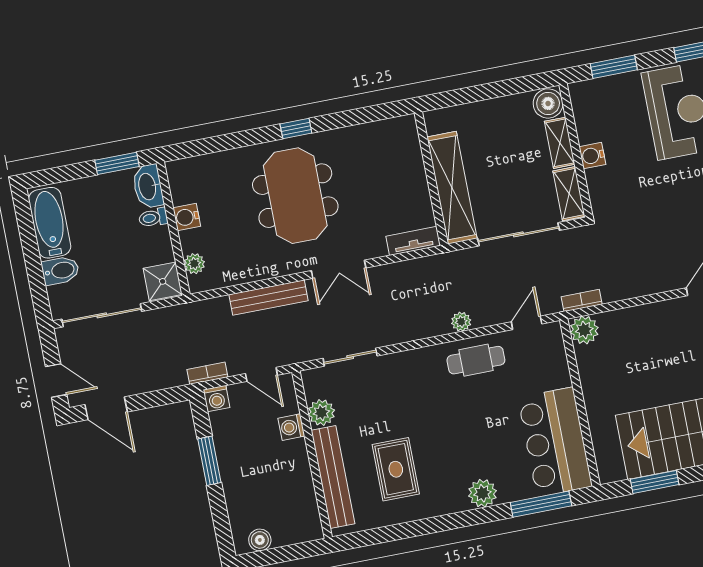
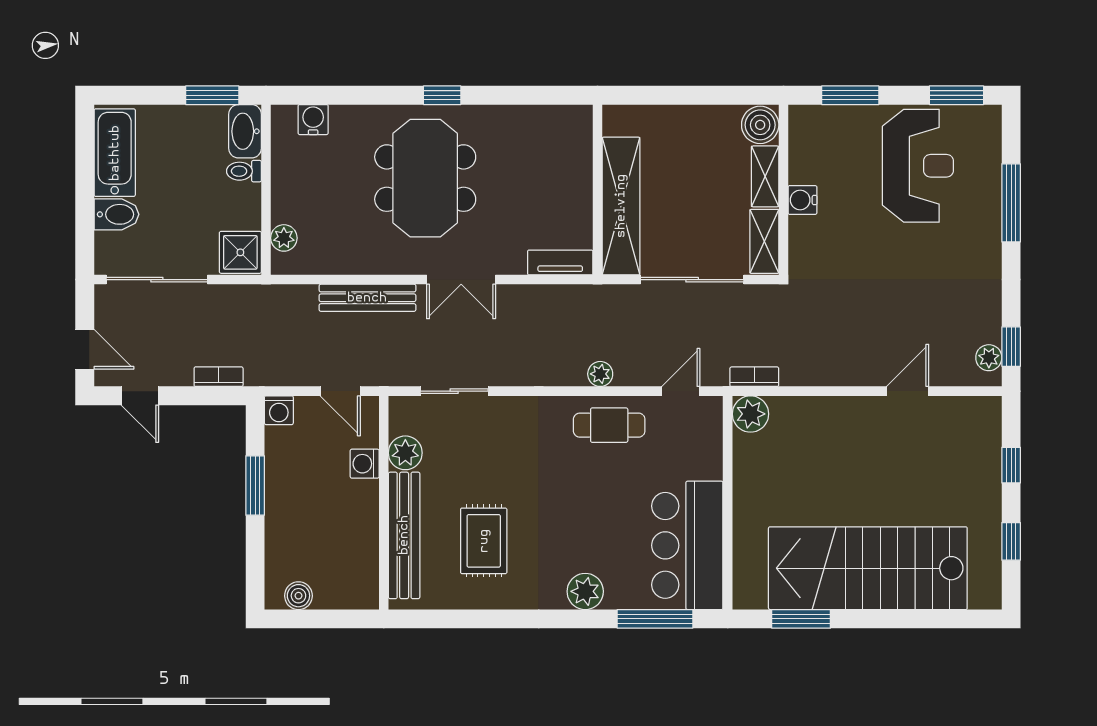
water cooler: (187, 217) -> (313, 120), moved, turned 90
bookcase: (207, 373) -> (219, 377), moved
door: (106, 408) -> (140, 396), width x0.73

